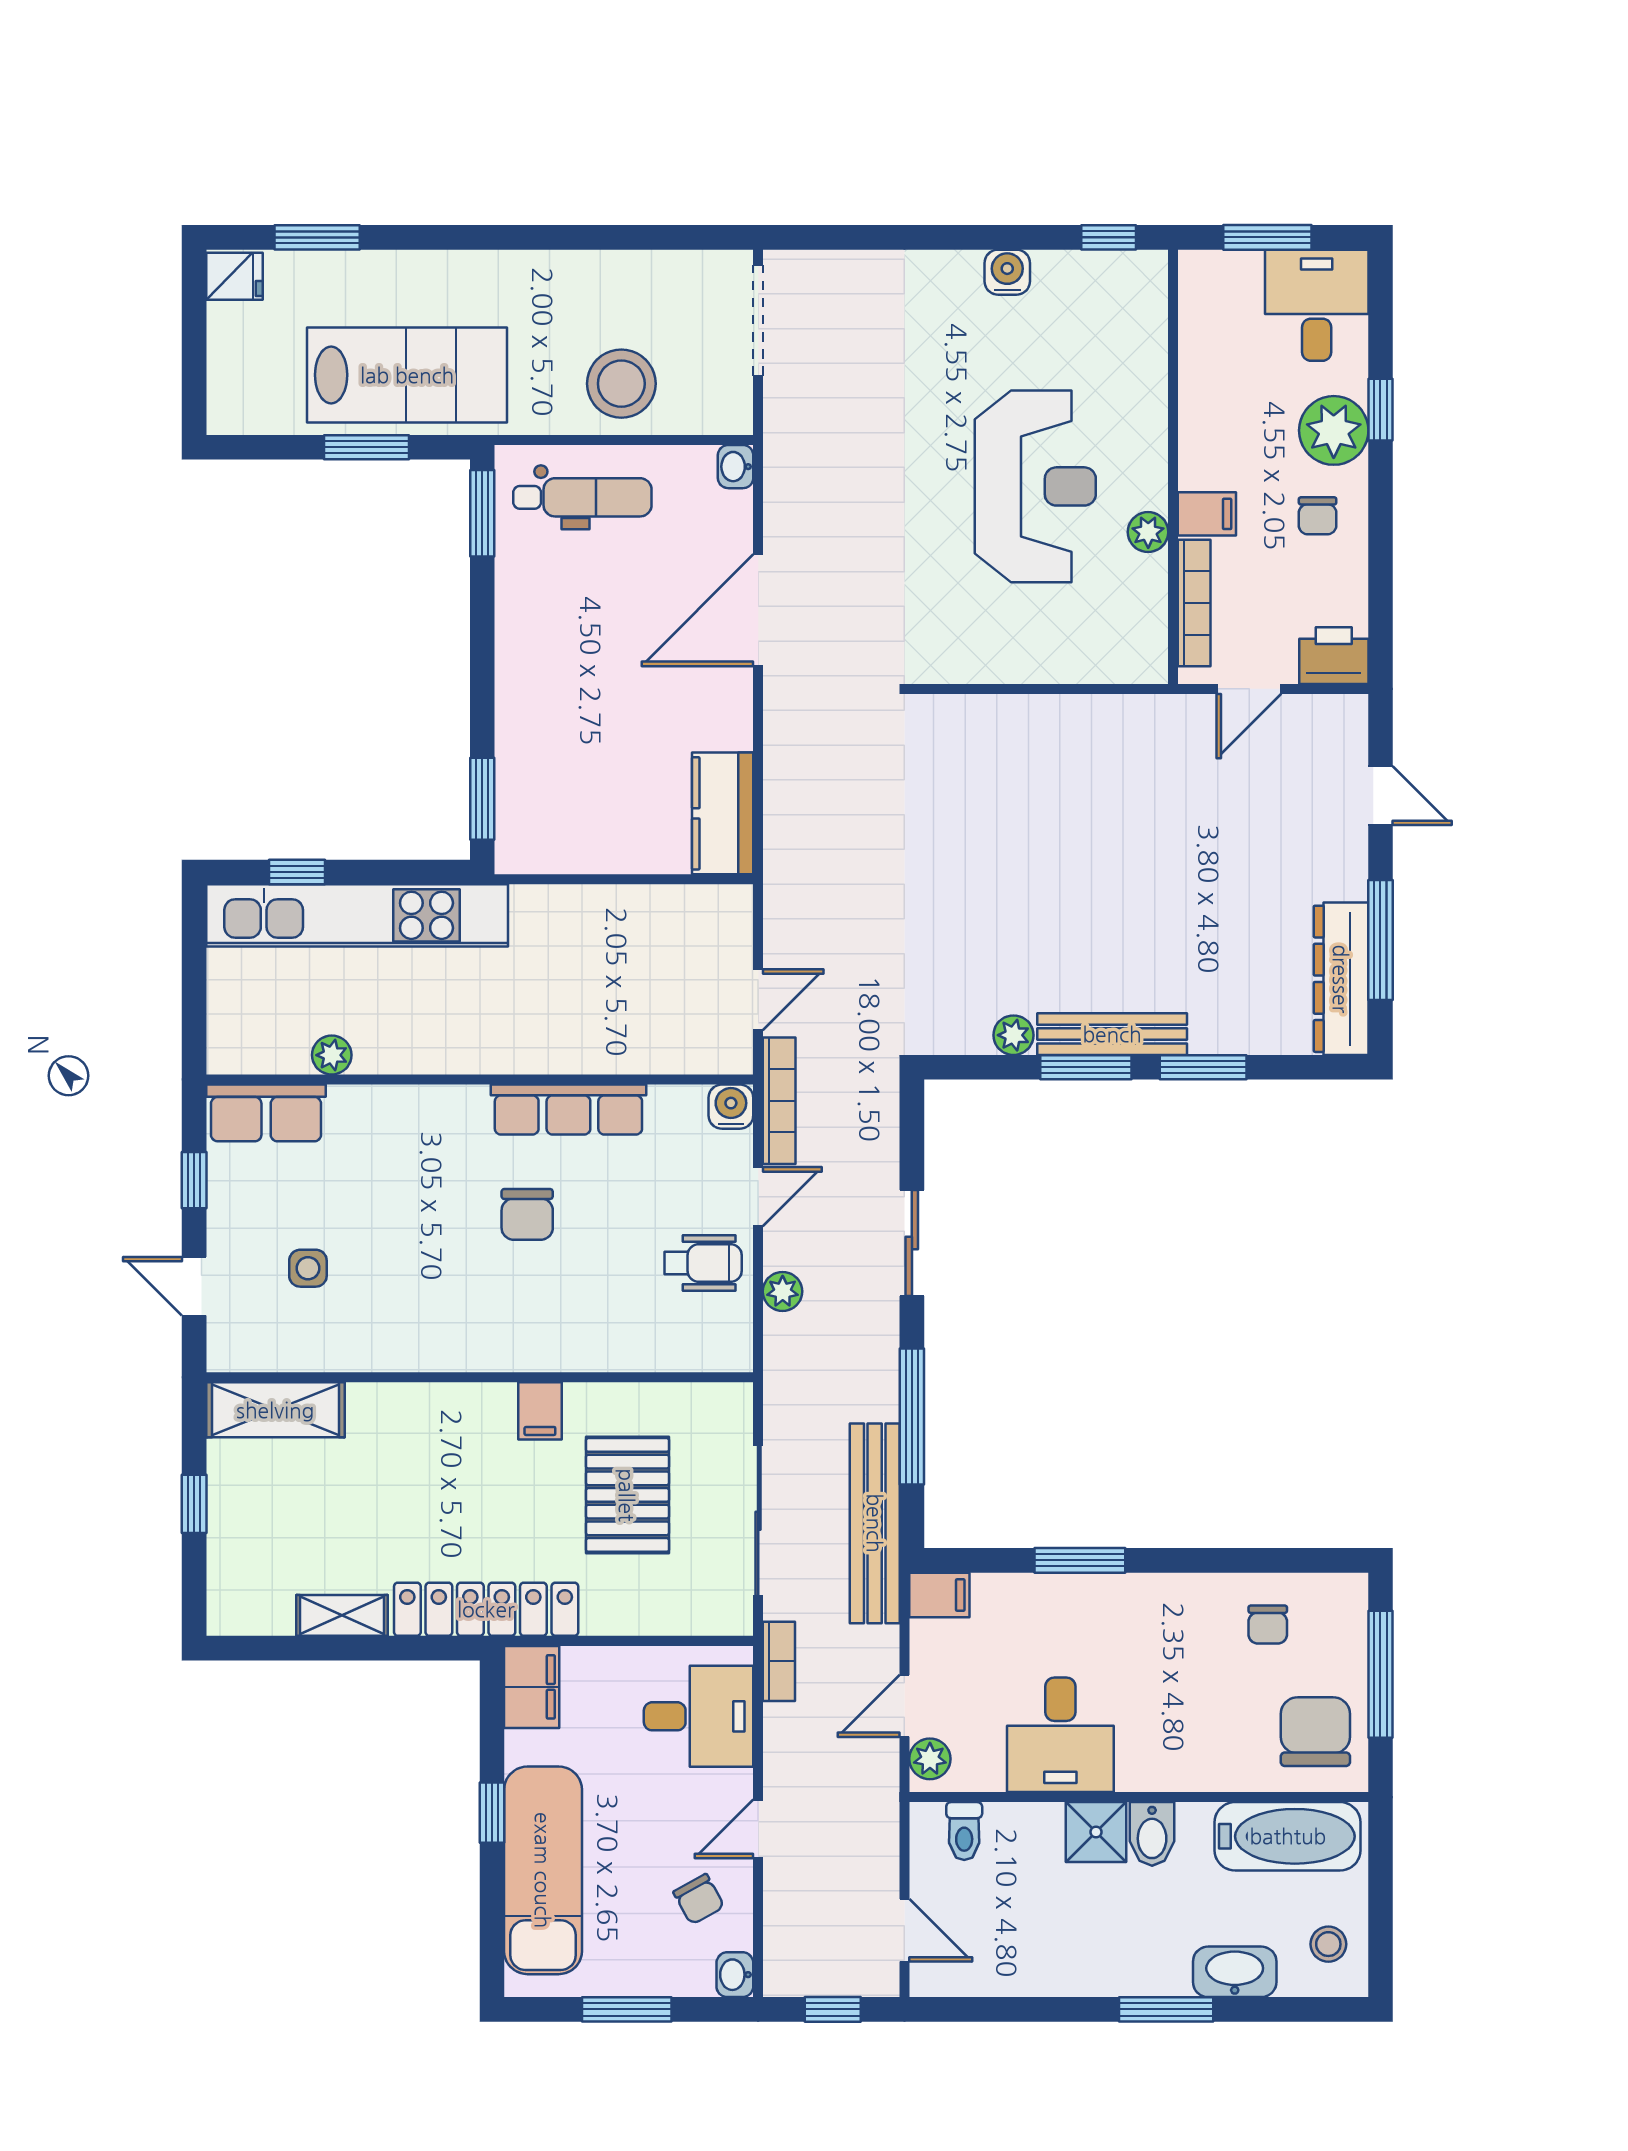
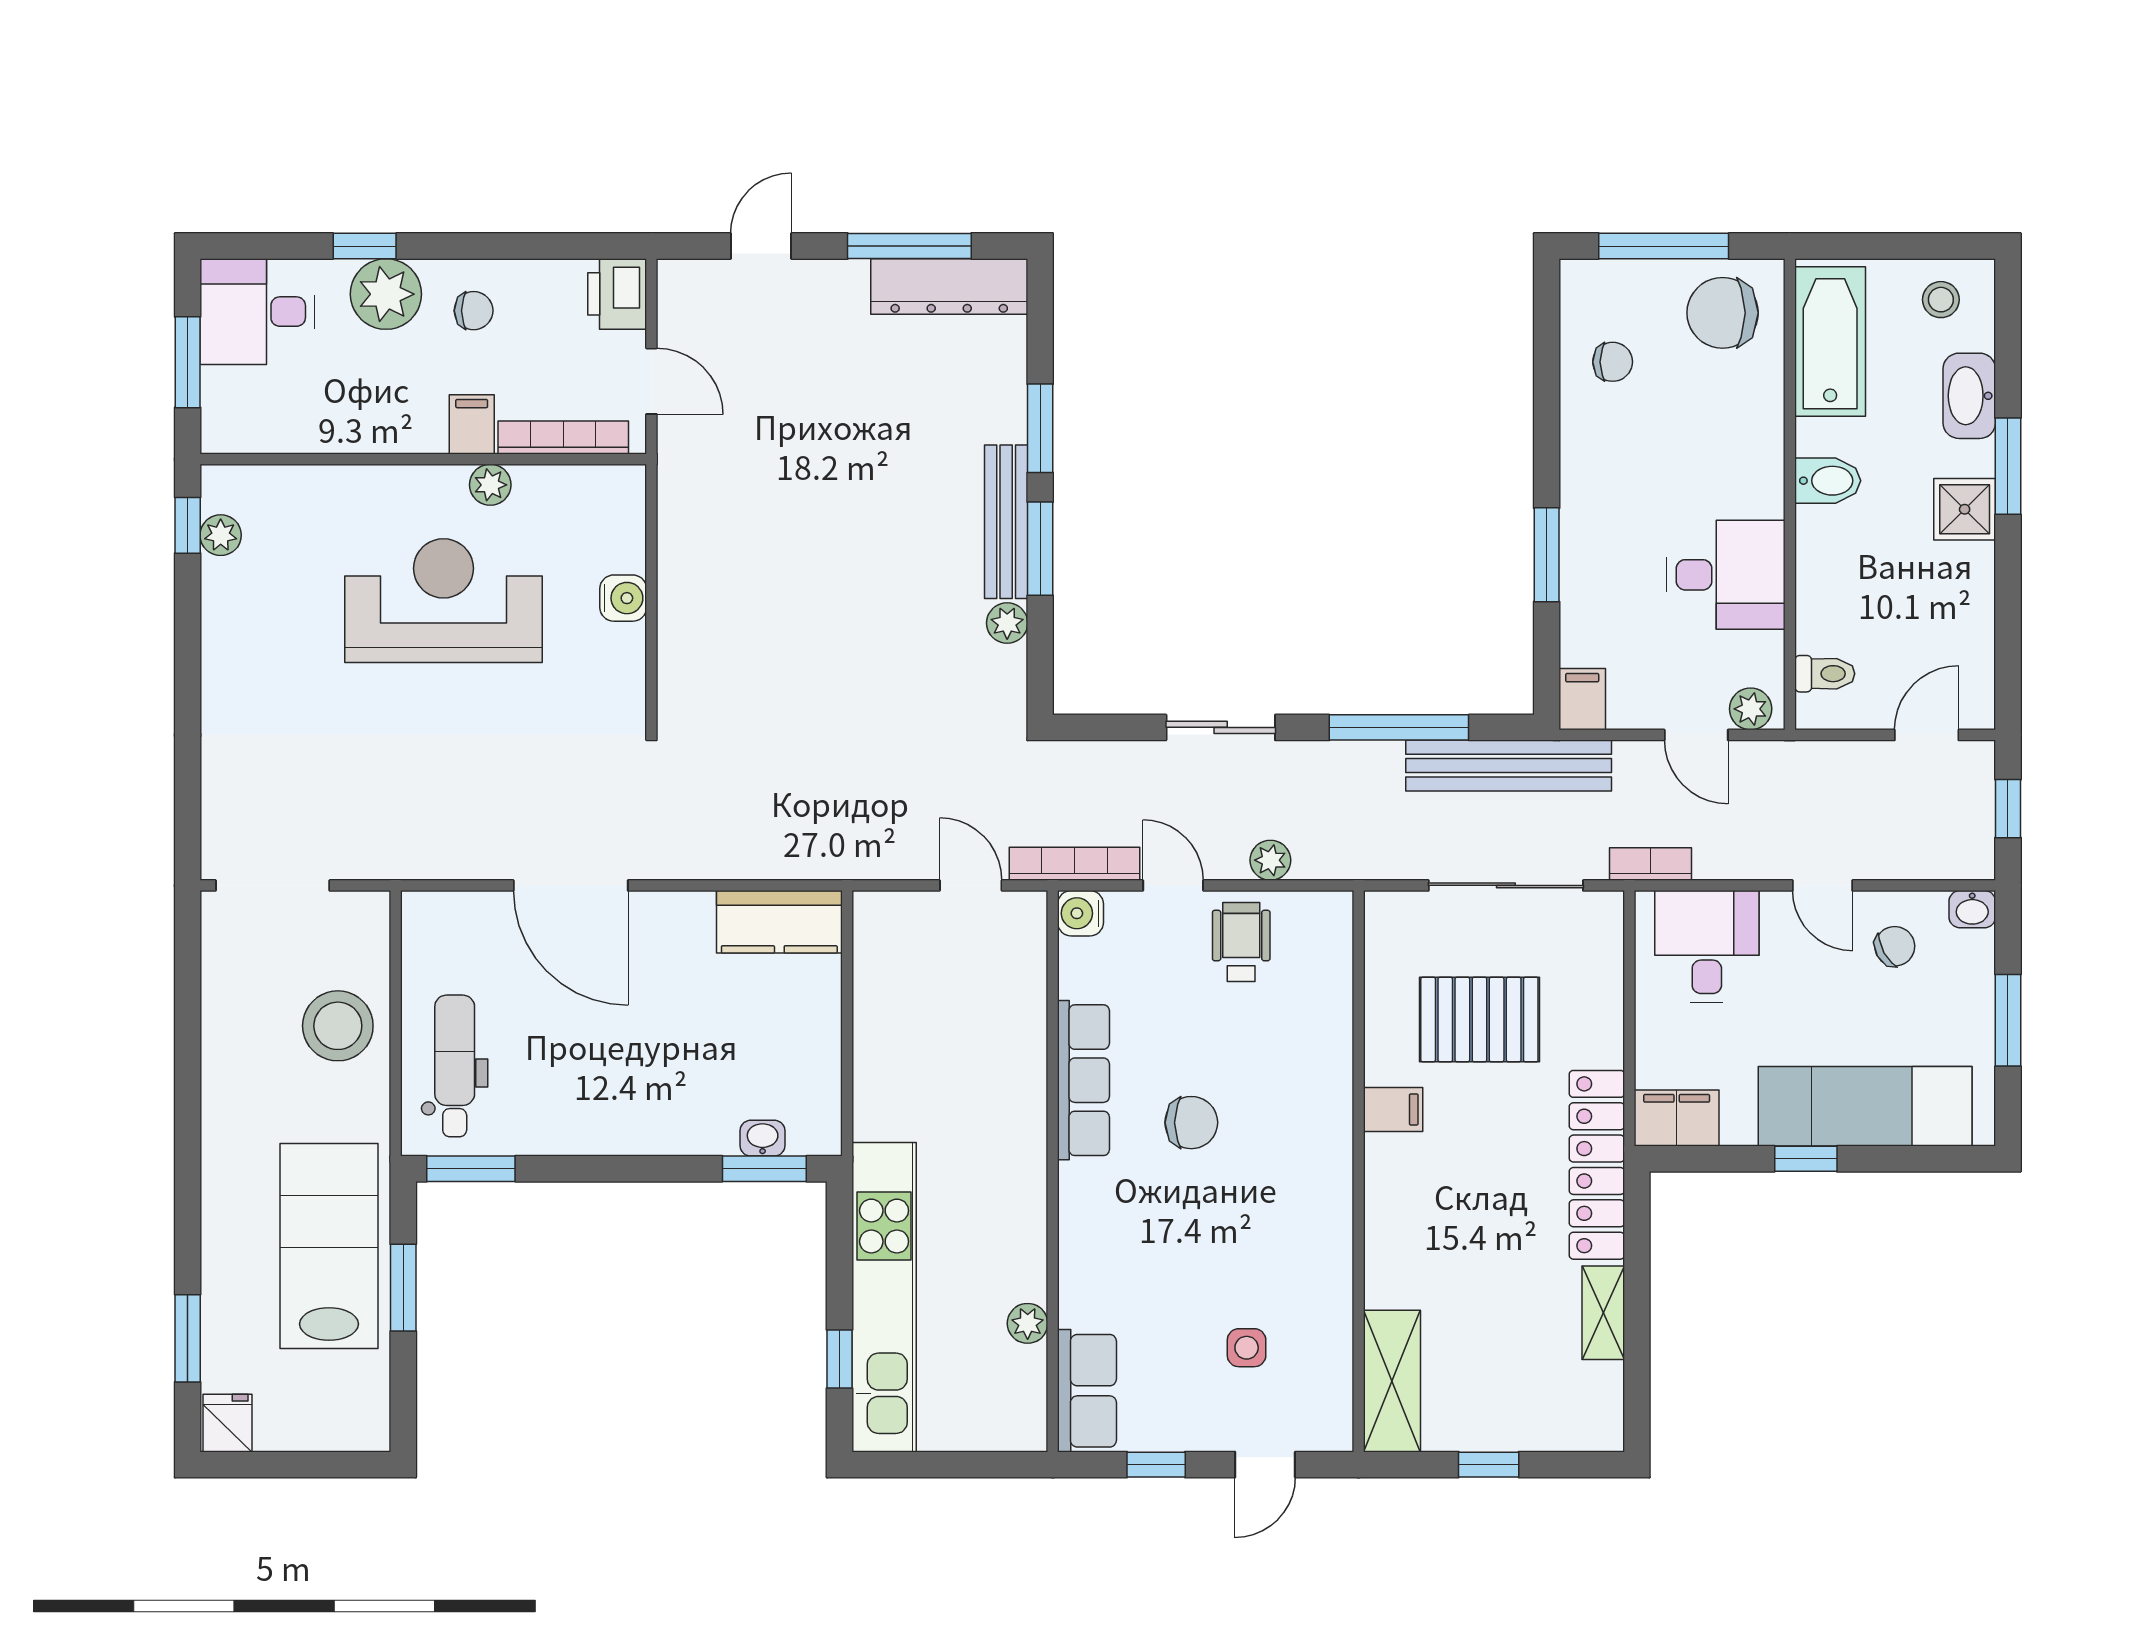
plant: (1099, 270) -> (221, 535), added
water cooler: (1007, 272) -> (623, 598), moved, turned 180
washbasin: (736, 467) -> (763, 1138), moved, turned 180
shower: (1096, 1832) -> (1965, 509), moved

